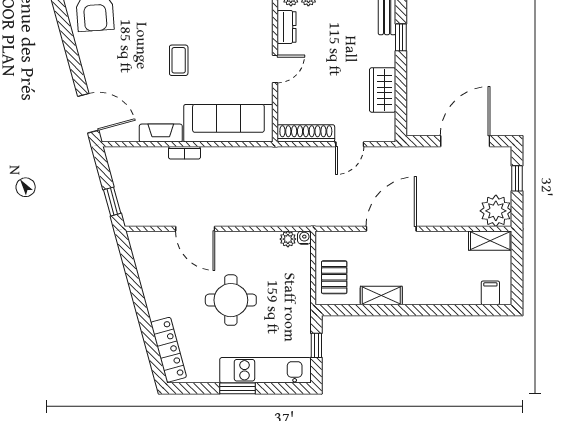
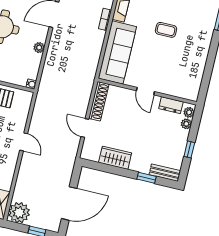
door: (465, 141) -> (69, 203), hinge flipped
door: (391, 229) -> (24, 142), width x0.53
plant: (288, 239) -> (39, 48), moved

